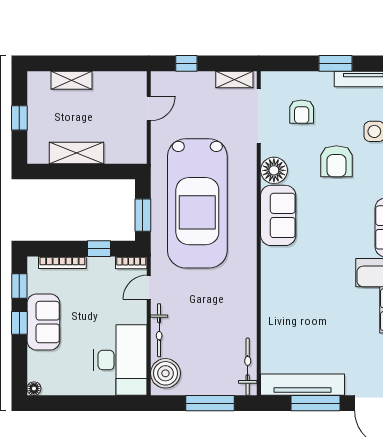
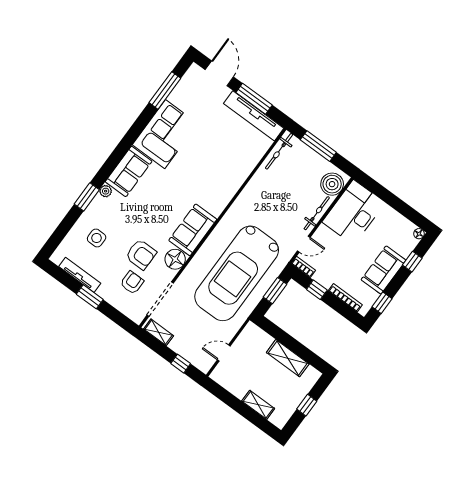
armchair: (336, 161) -> (141, 254), moved, turned 90
car: (197, 203) -> (237, 273), turned 180
window: (19, 323) -> (412, 262), moved

